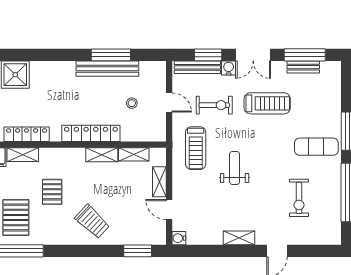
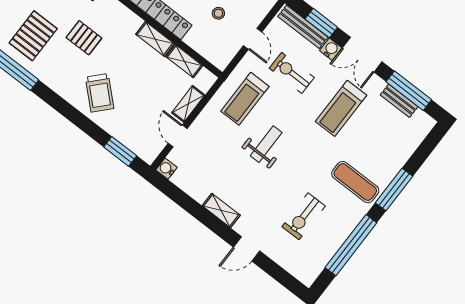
treadmill: (267, 103) -> (341, 108), turned 90
exercise bike: (214, 105) -> (292, 73), turned 180
pallet: (52, 192) -> (84, 38), turned 90

